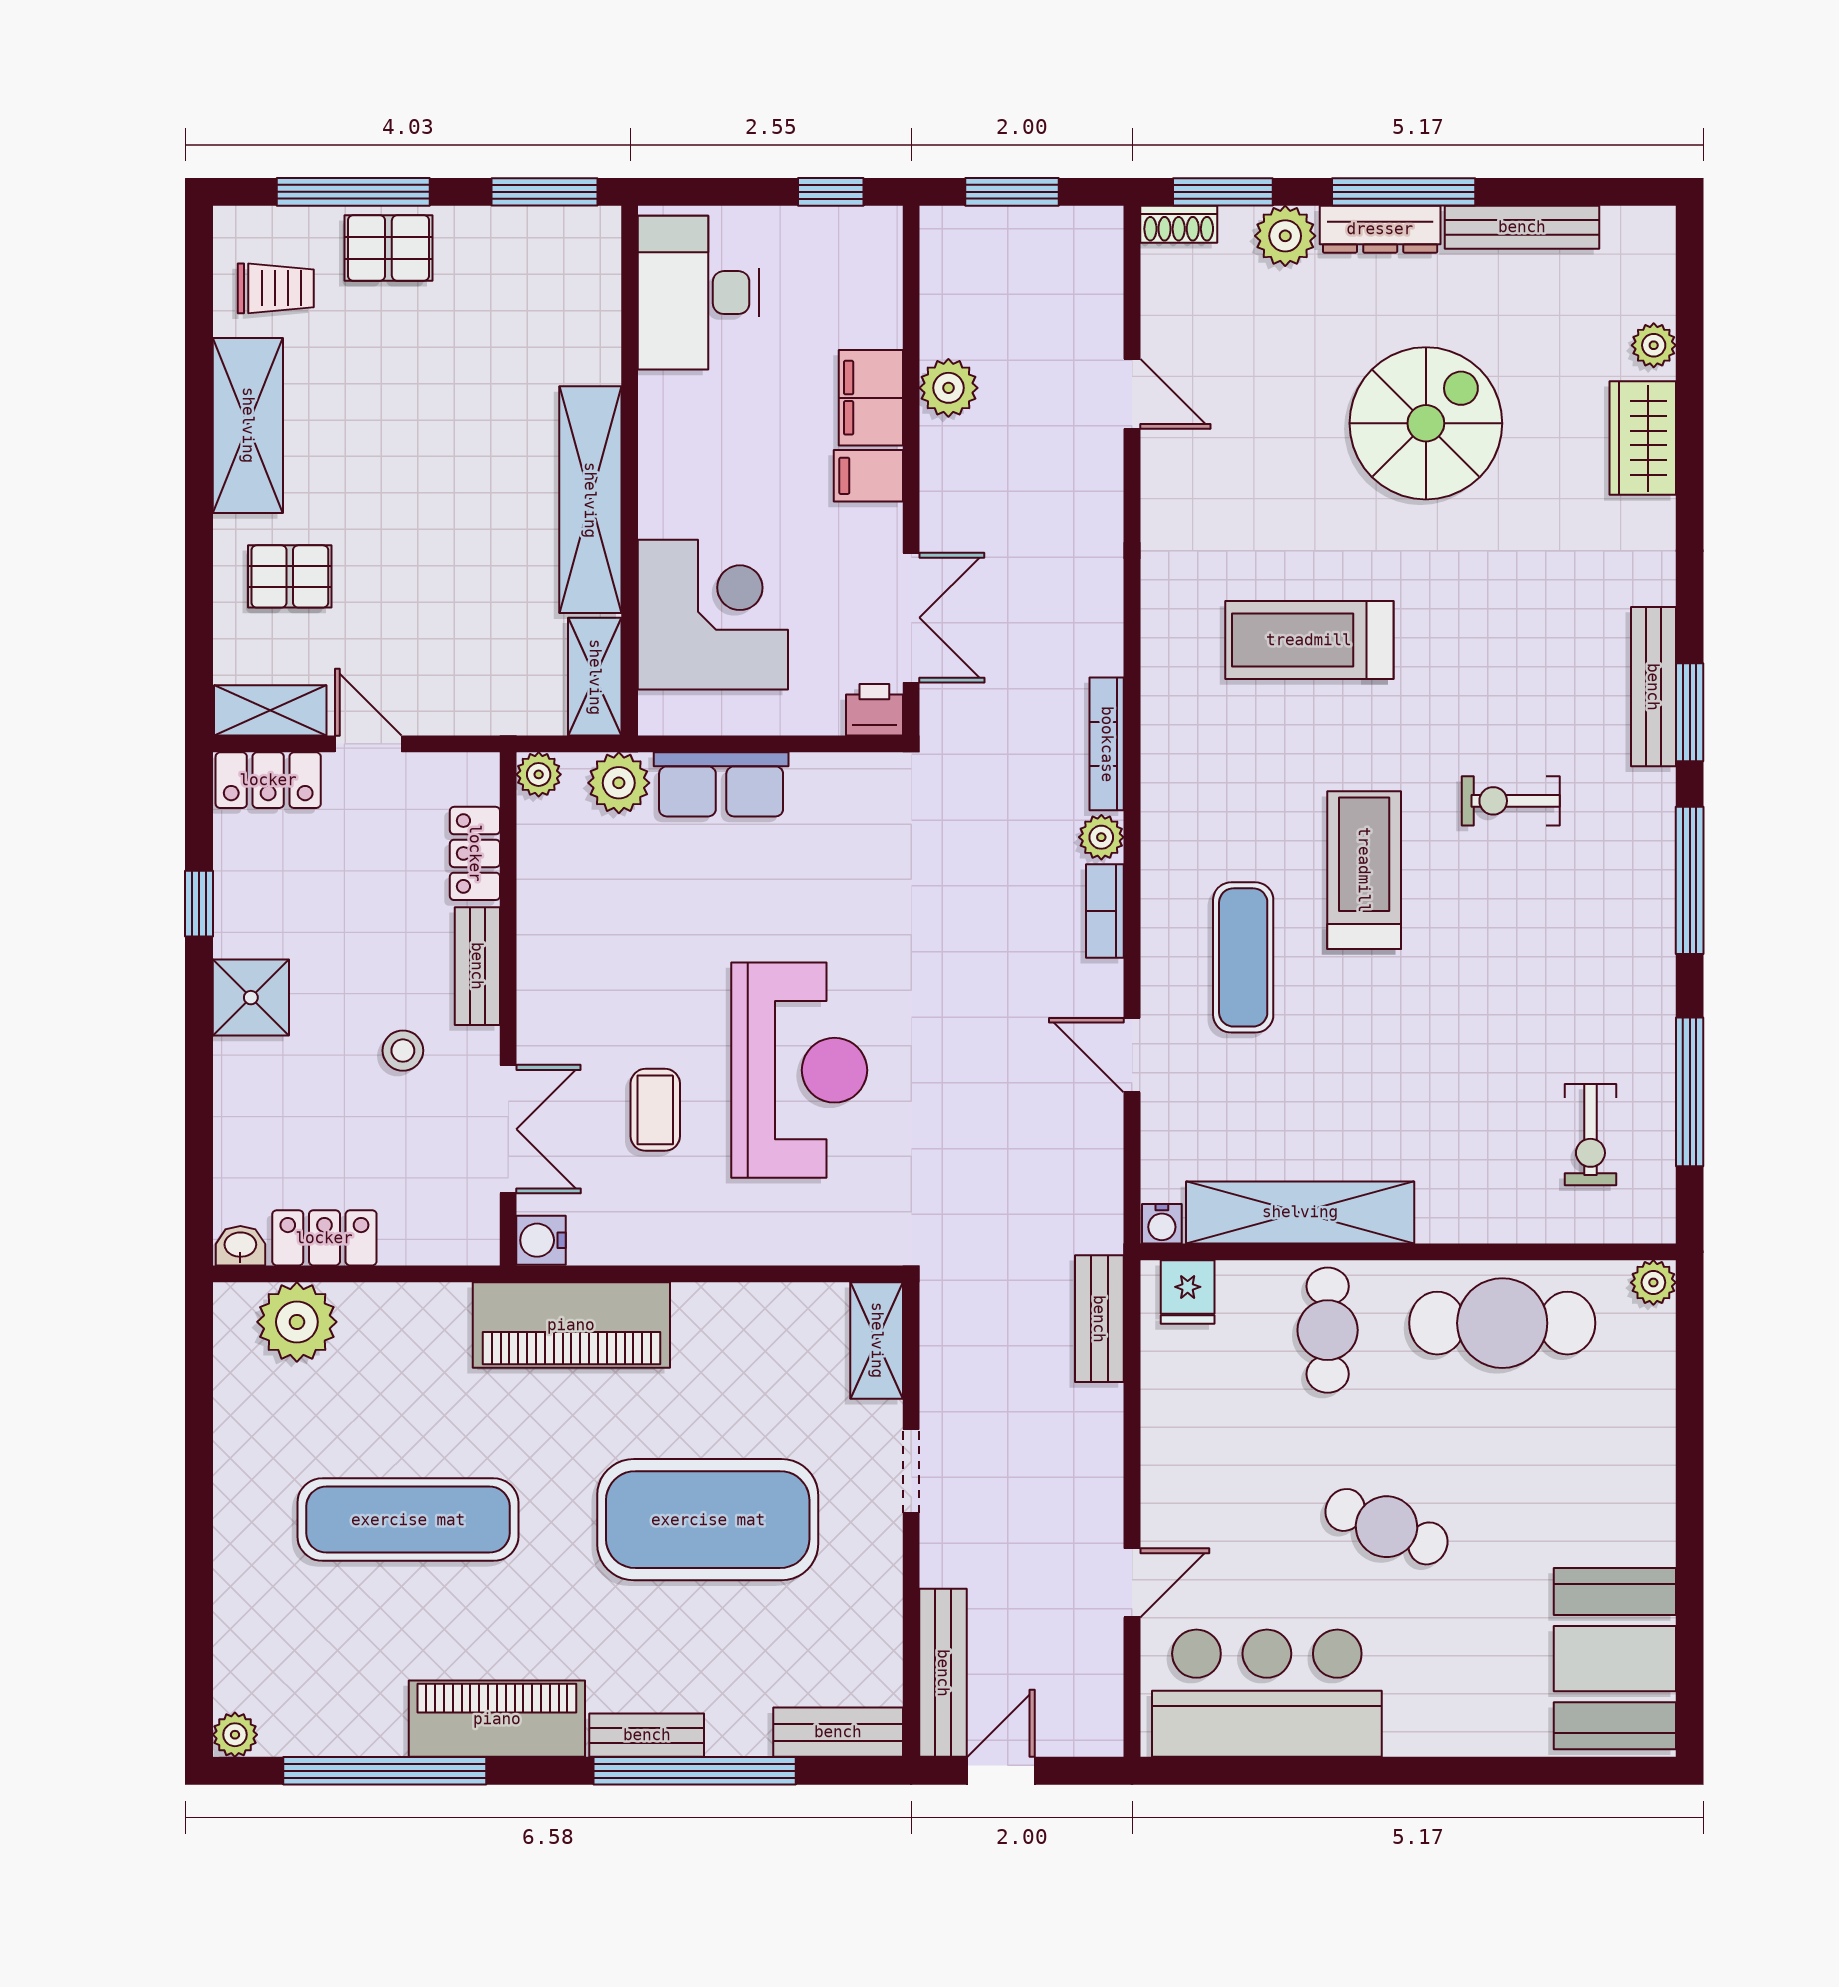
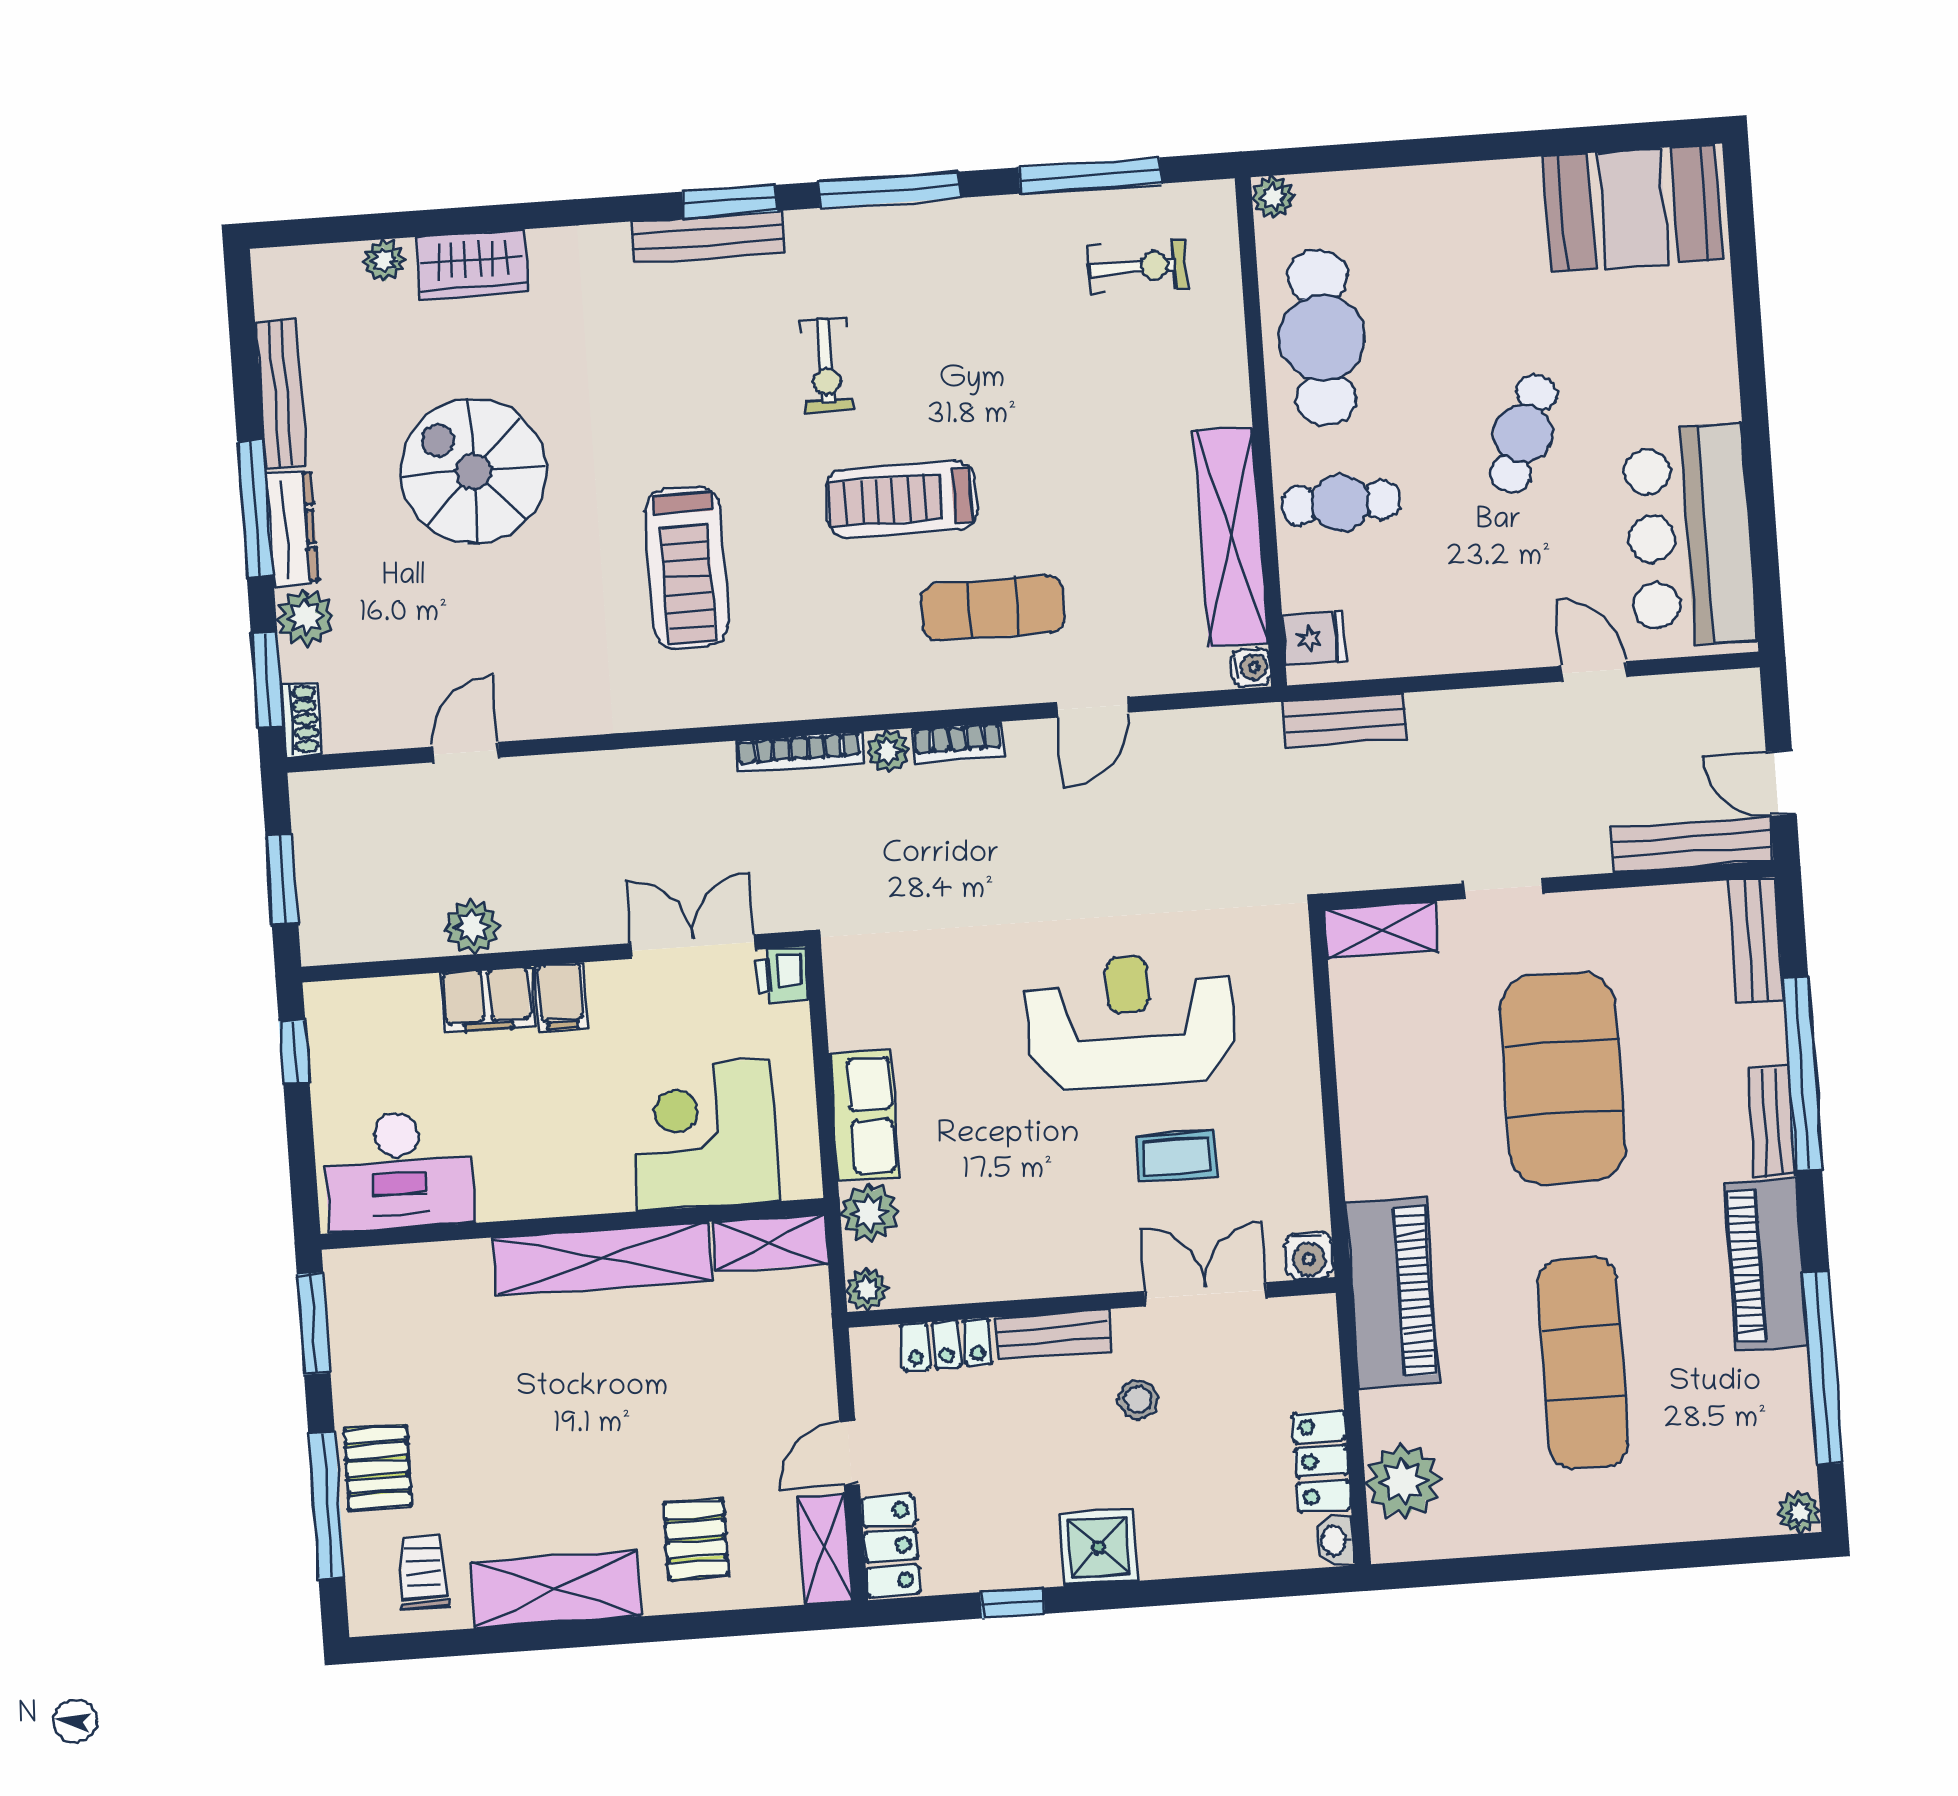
piano: (571, 1325) -> (1392, 1293), moved

